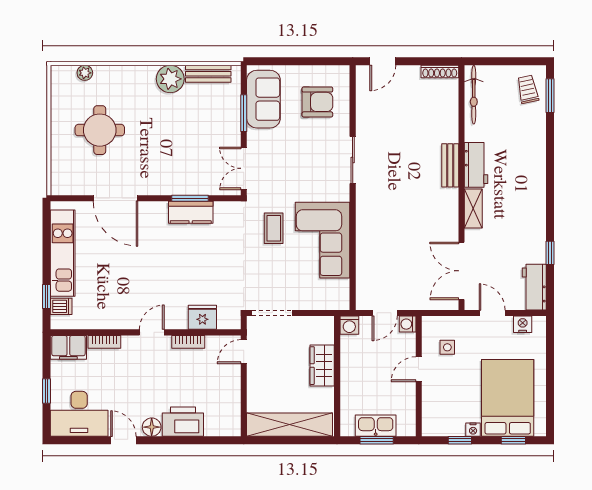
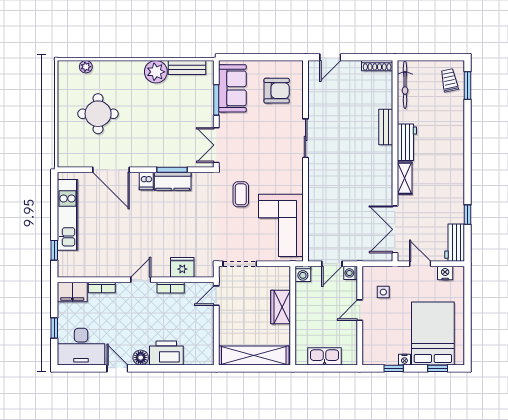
bench: (450, 165) -> (386, 127), moved
corner sofa: (323, 240) -> (281, 225), moved
dishwasher: (61, 306) -> (146, 181), moved, turned 90
window: (377, 440) -> (325, 368), removed

